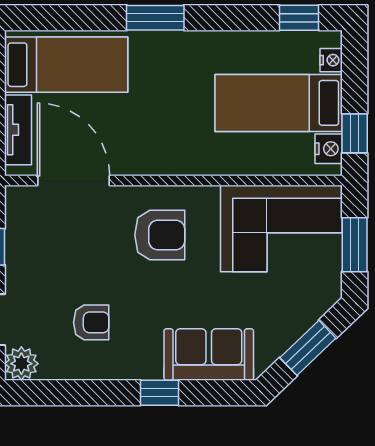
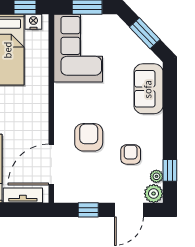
armchair: (160, 235) -> (89, 137), moved
plant: (52, 369) -> (156, 176), added
window: (160, 393) -> (170, 170), moved

